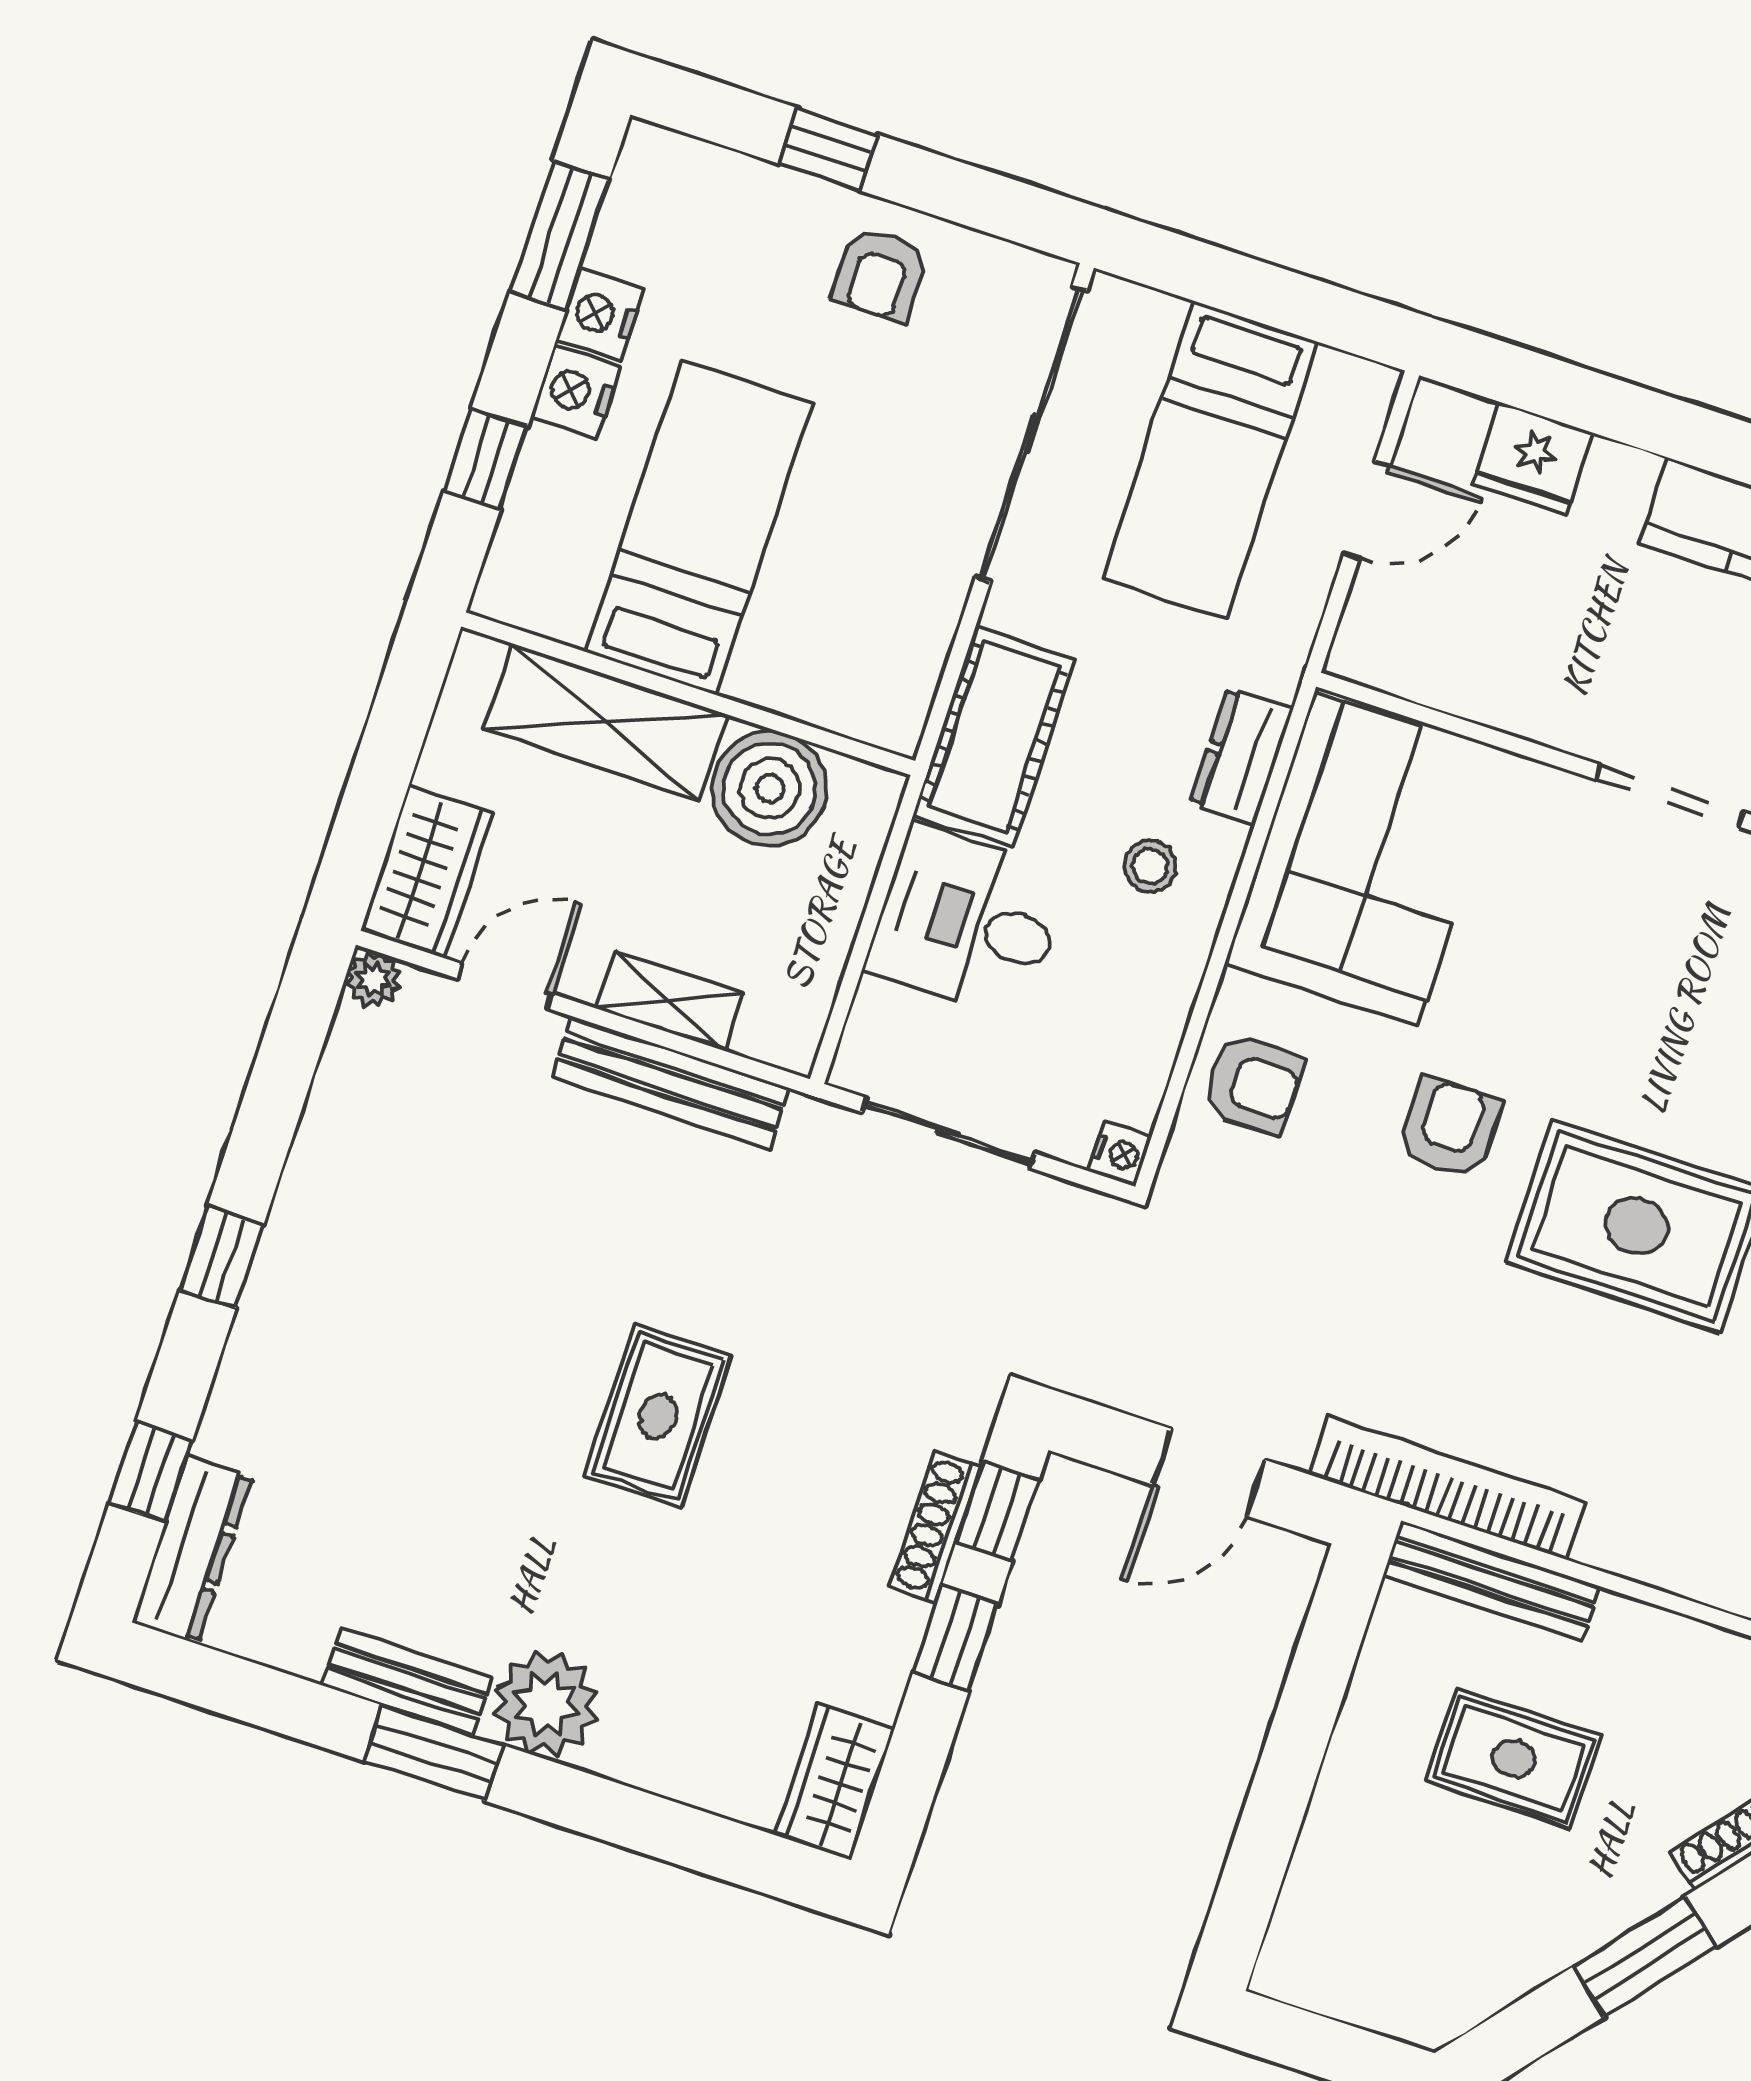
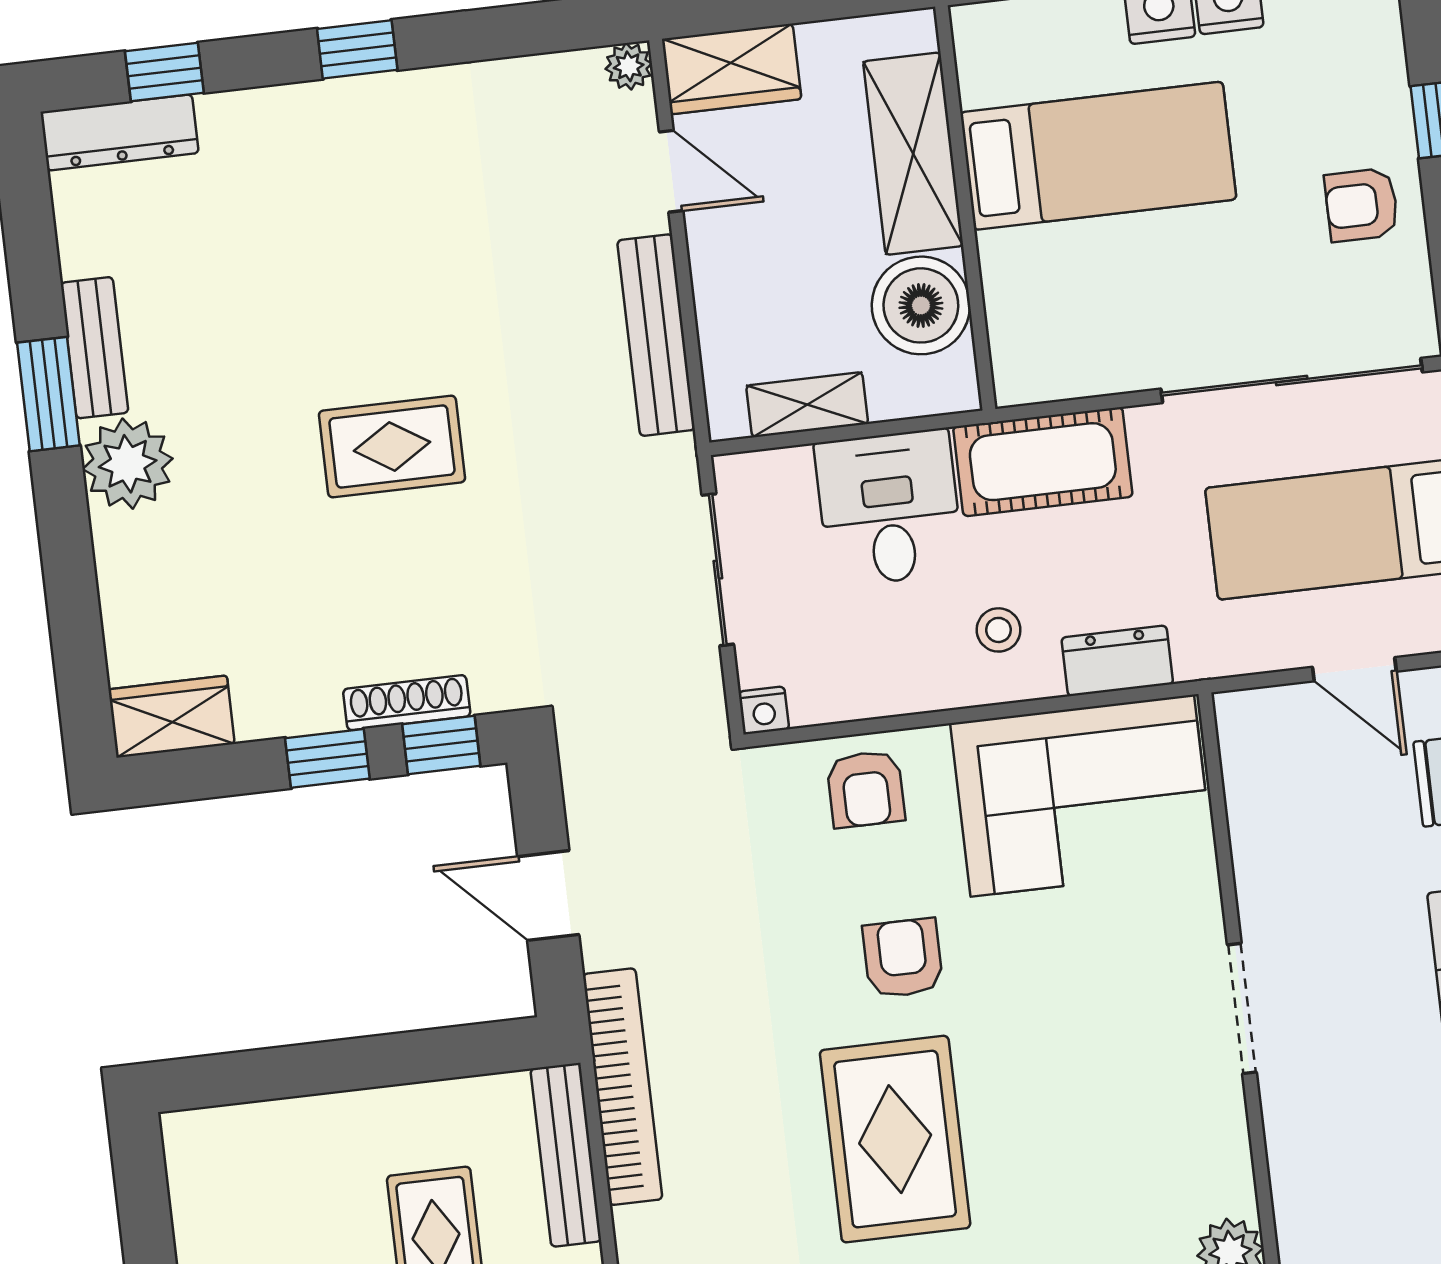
shelving: (670, 1001) -> (807, 405), moved, turned 90
armchair: (1449, 1129) -> (903, 958), turned -90

